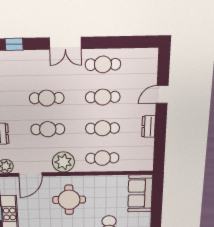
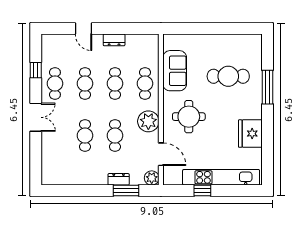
window: (14, 44) -> (36, 70), moved
sofa: (140, 193) -> (175, 71), moved, turned -90

